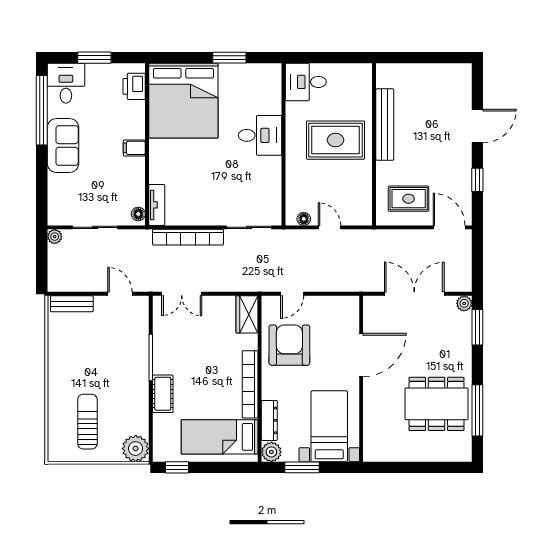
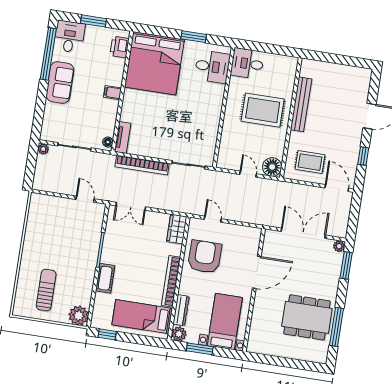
desk: (260, 135) -> (212, 67), moved
floor lamp: (304, 219) -> (272, 167), moved, width x1.89, depth x1.89
door: (292, 294) -> (213, 219), swing flipped
bench: (72, 304) -> (48, 201), removed

